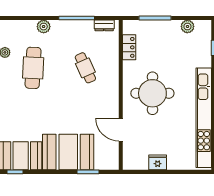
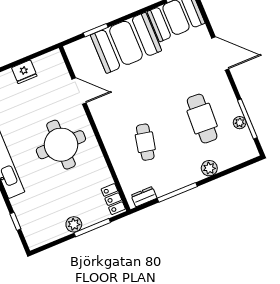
plant: (187, 26) -> (74, 224), moved
locker: (129, 47) -> (113, 199), moved
cafe table: (85, 68) -> (145, 142), turned 36

